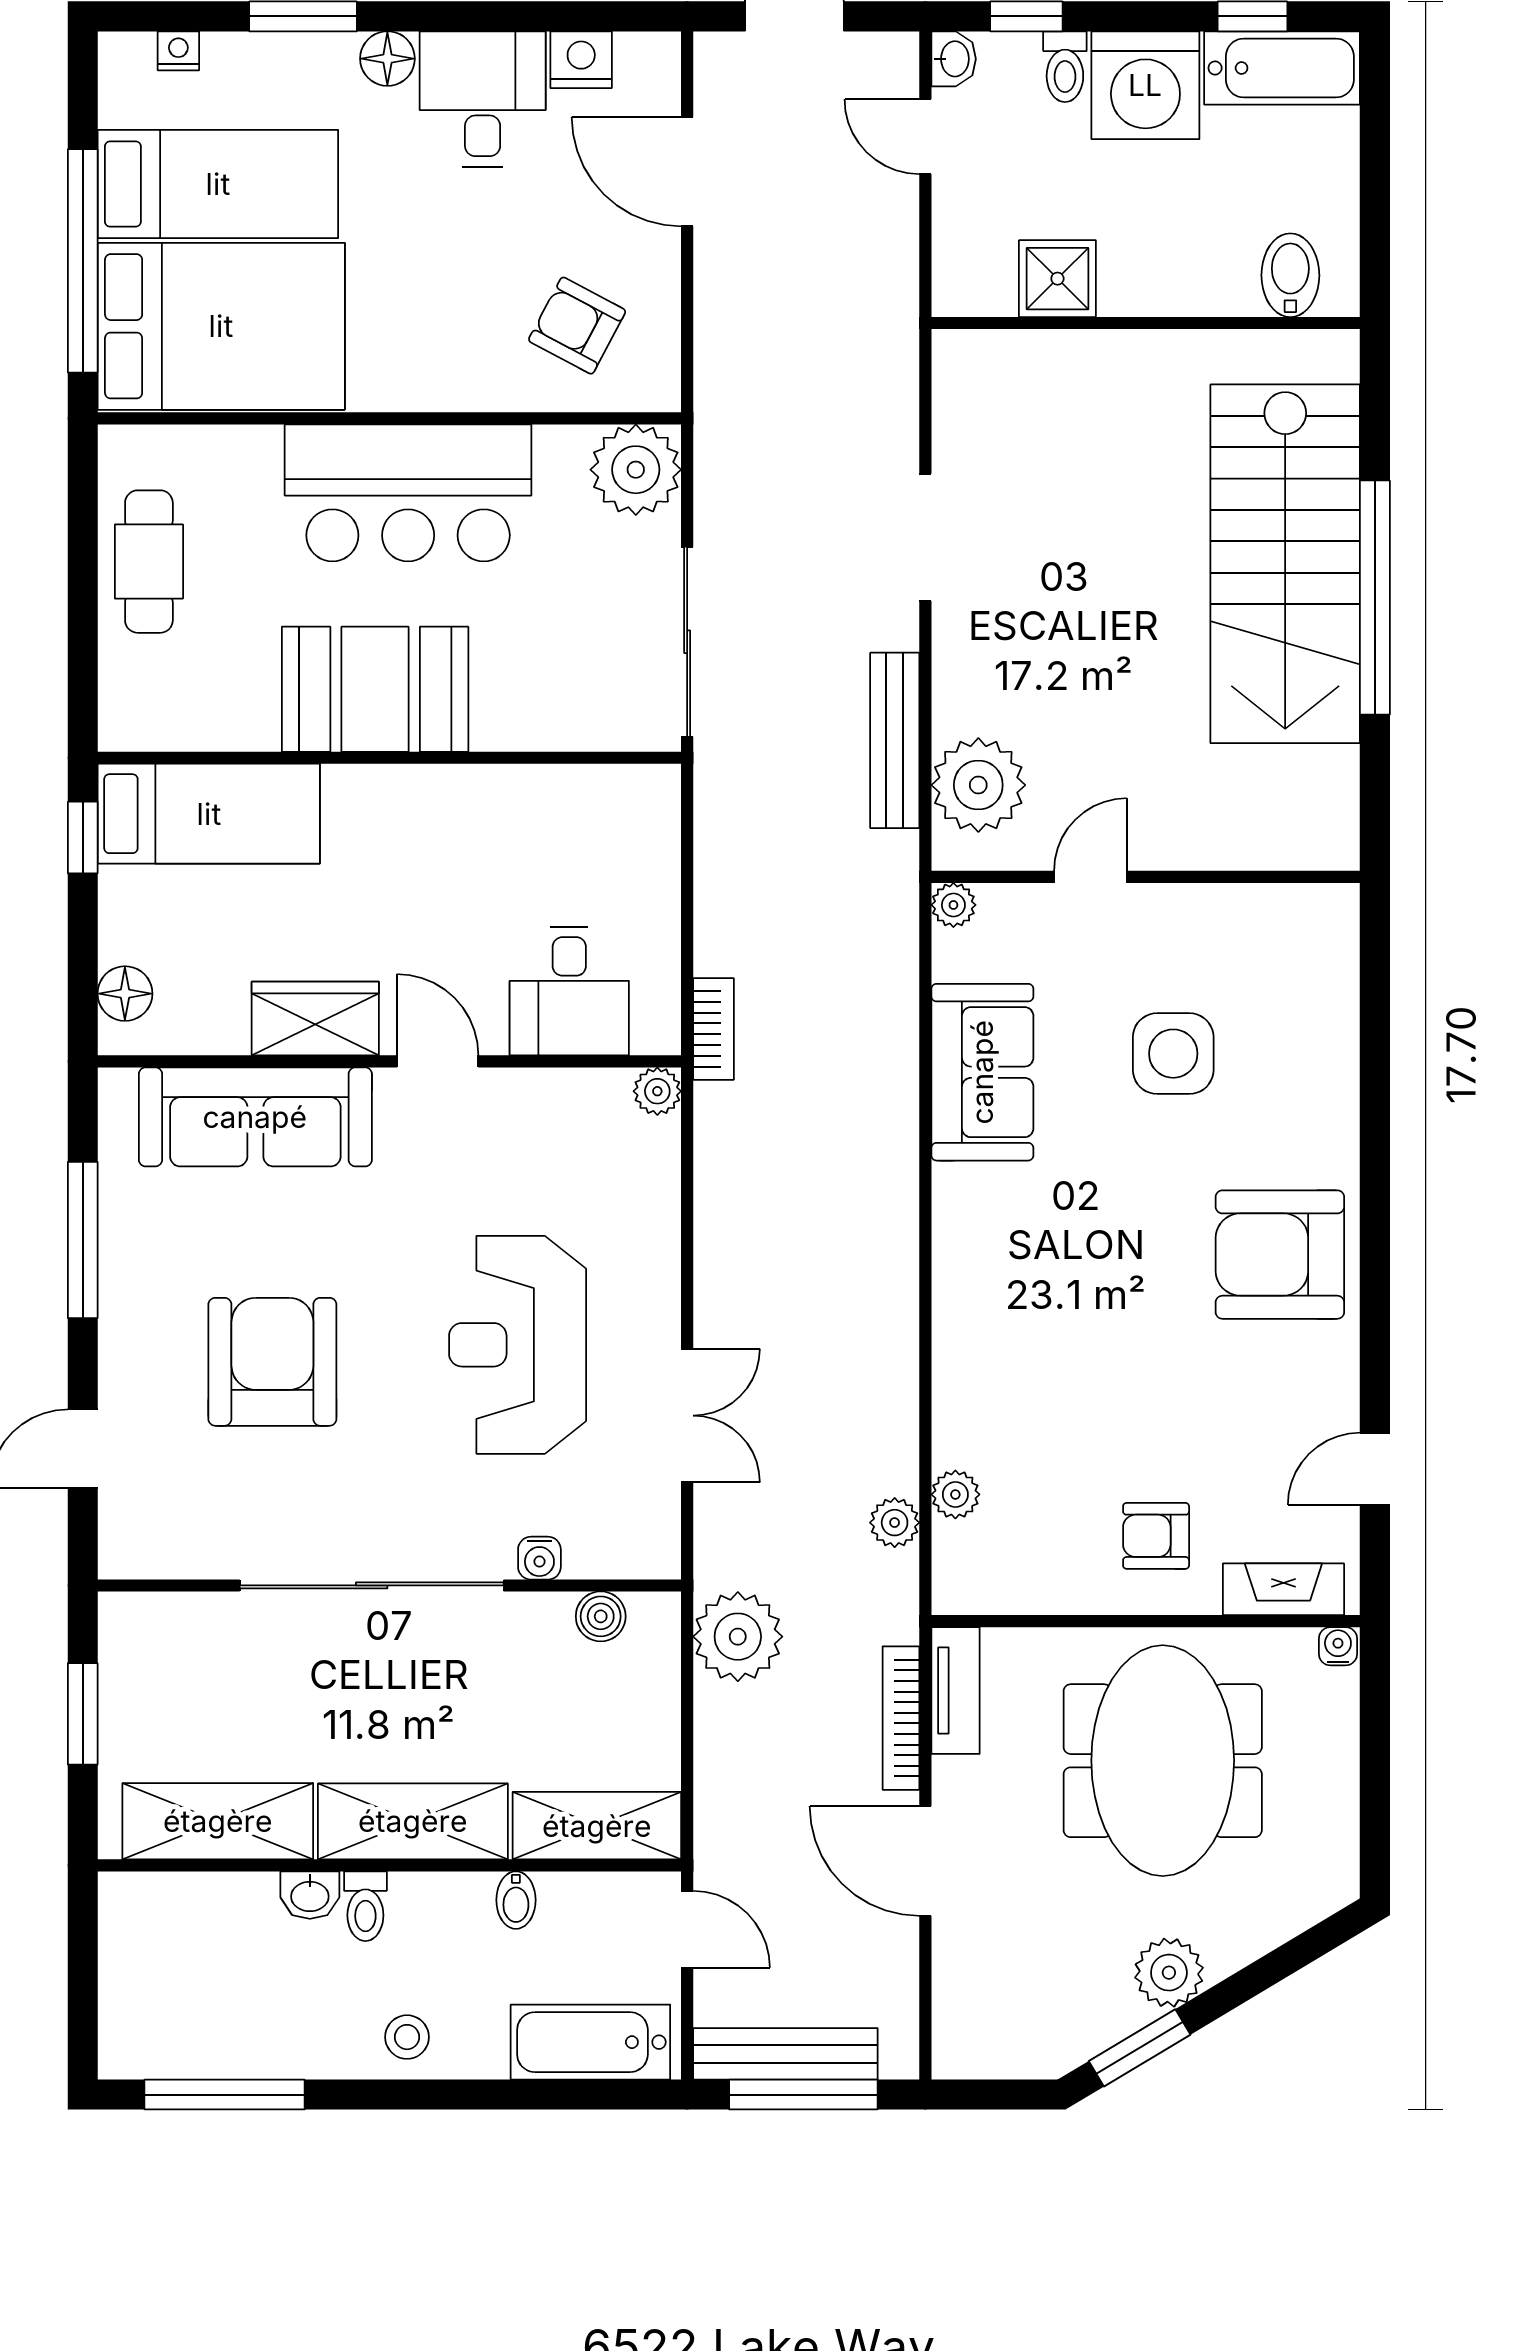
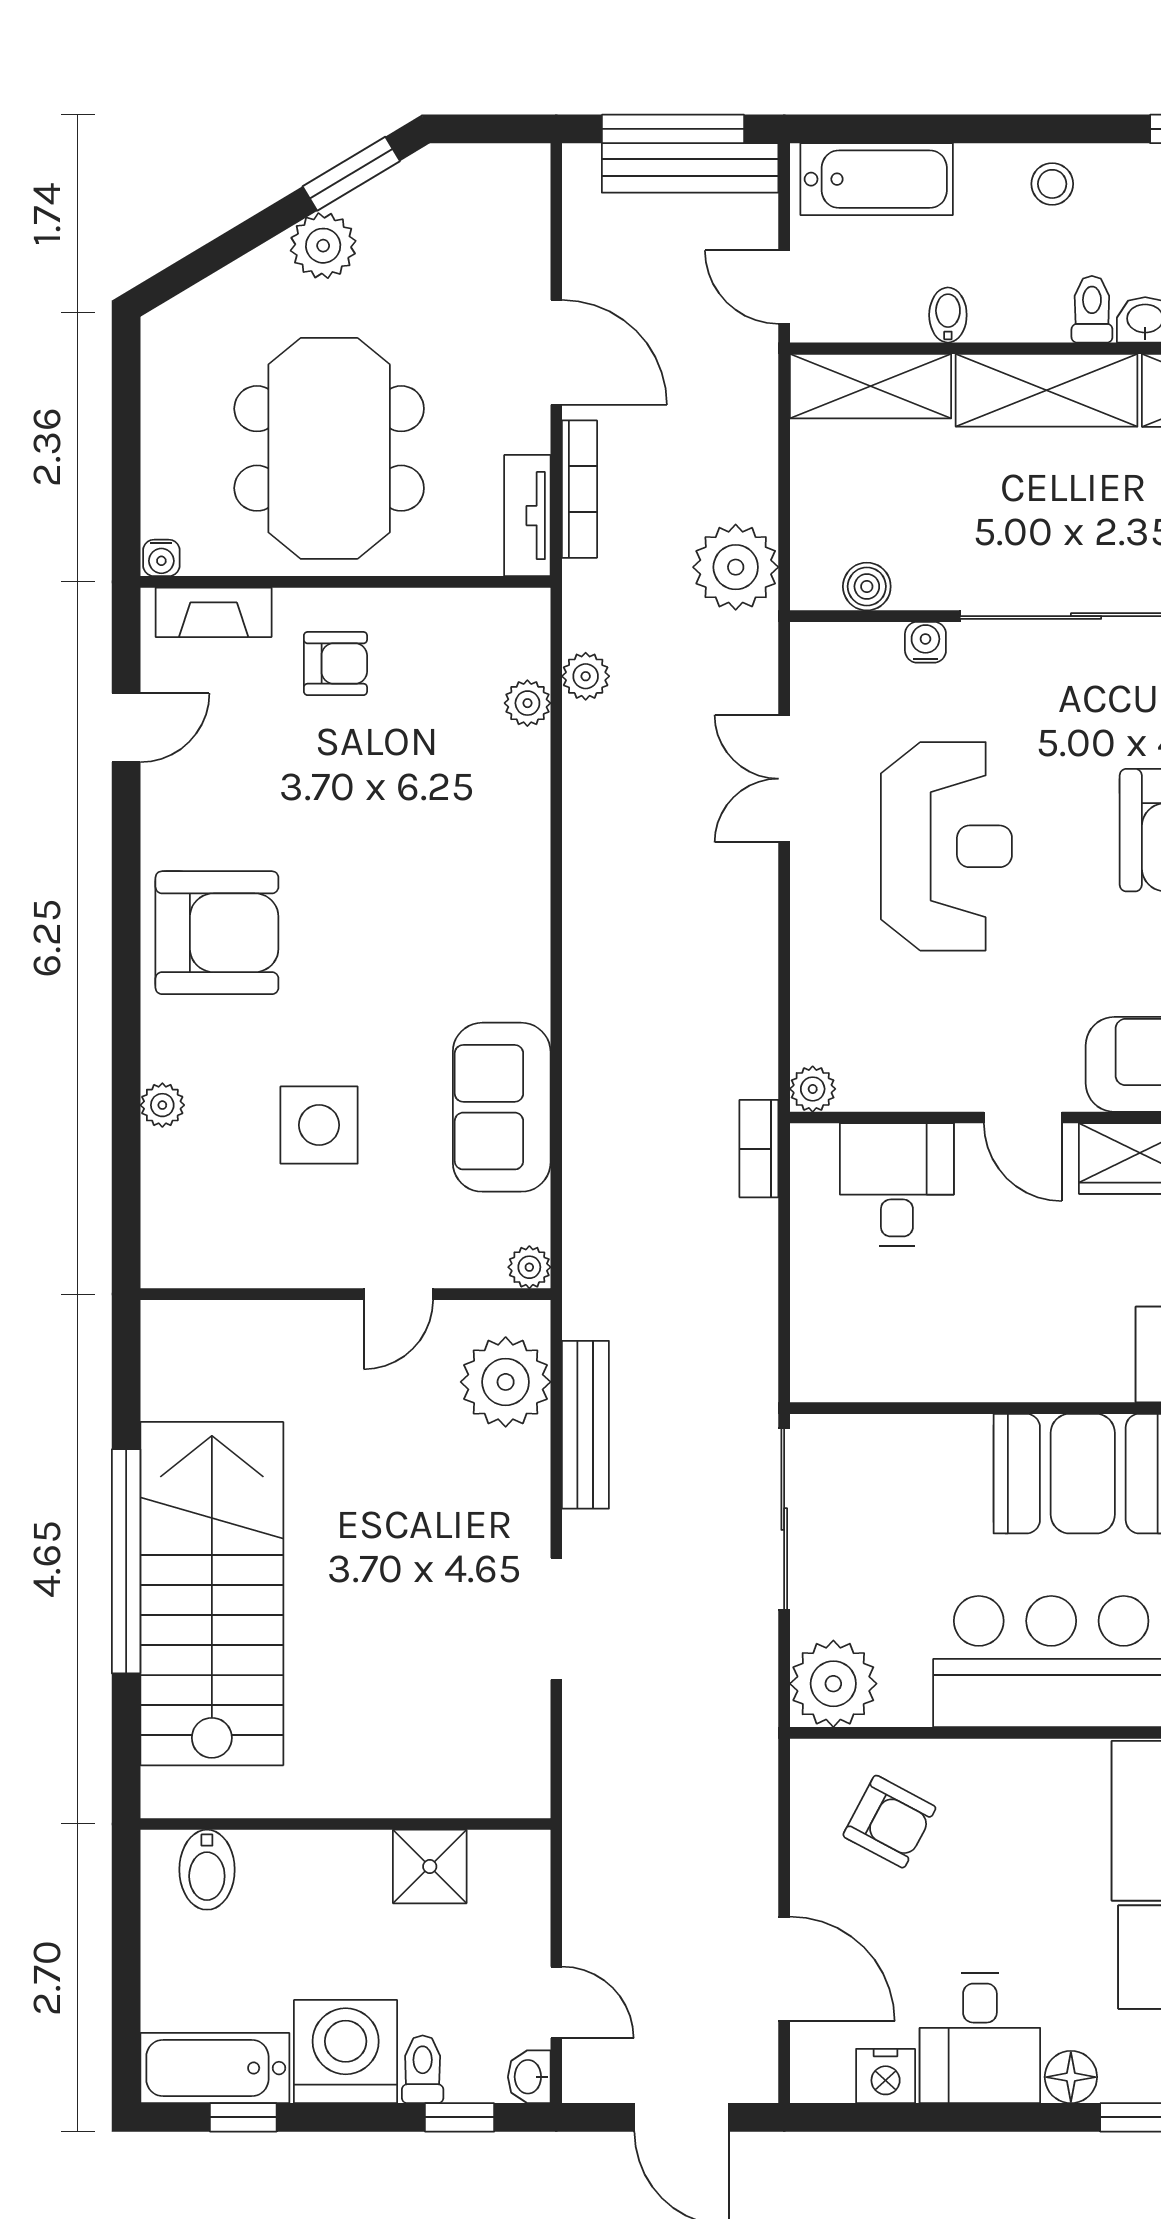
plant: (1337, 1074) -> (162, 1105), added

